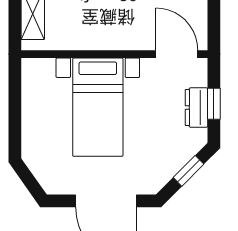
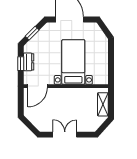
door: (177, 54) -> (38, 86), hinge flipped

